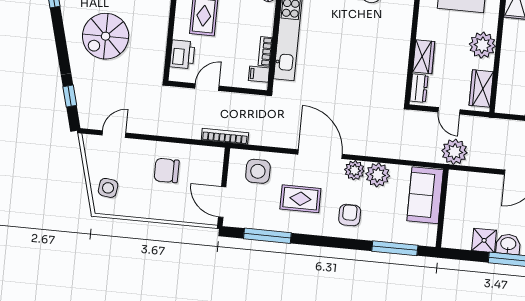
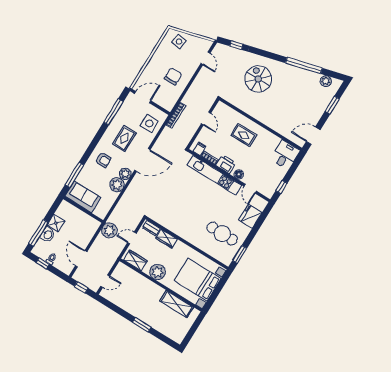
printer: (182, 54) -> (226, 164), moved, turned 180
sofa: (425, 195) -> (83, 197), moved

